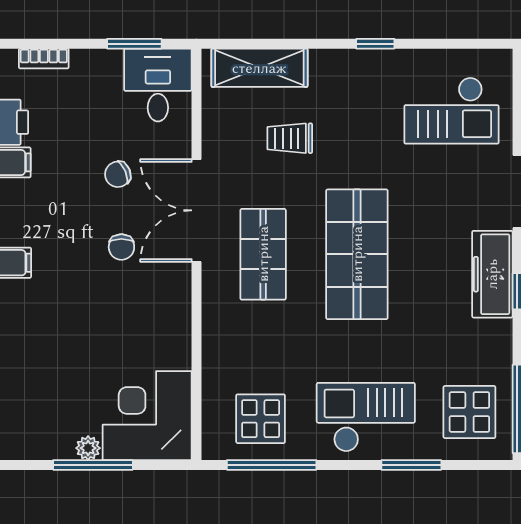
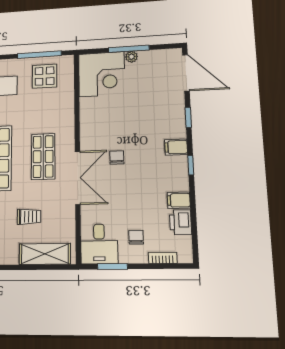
chair: (118, 174) -> (136, 237), moved, turned -67

